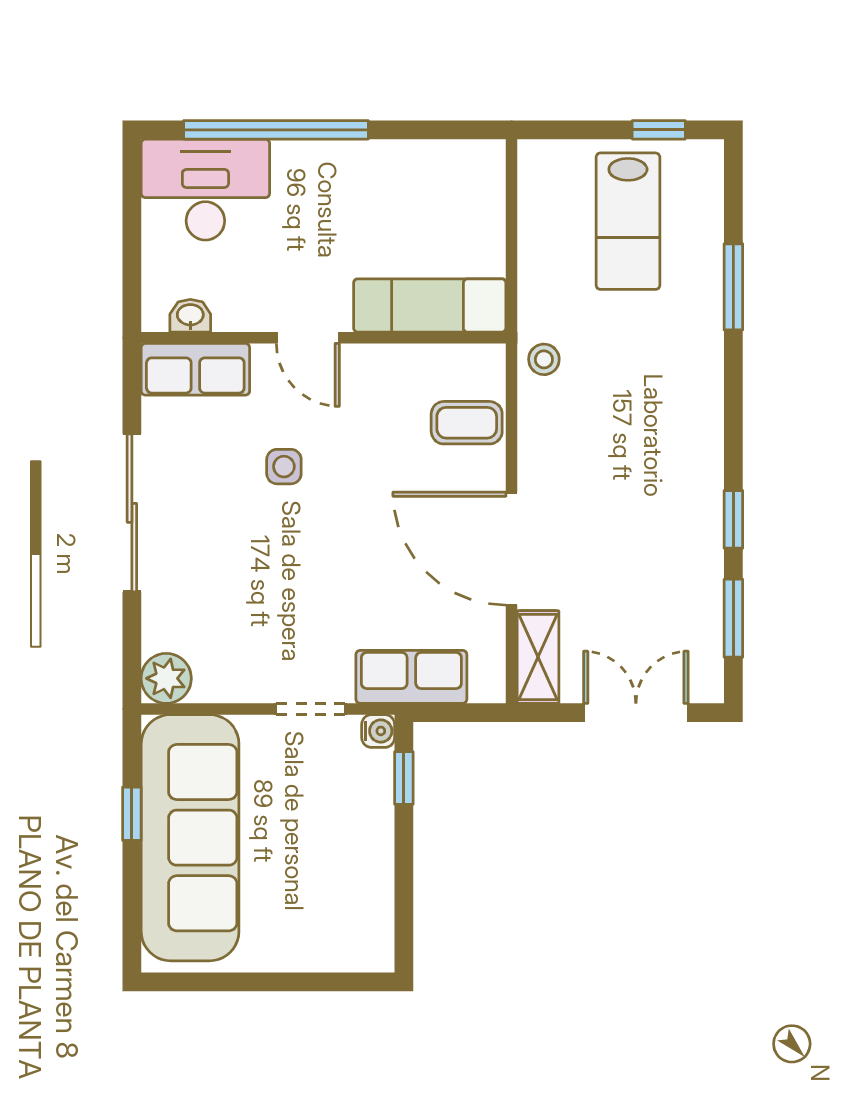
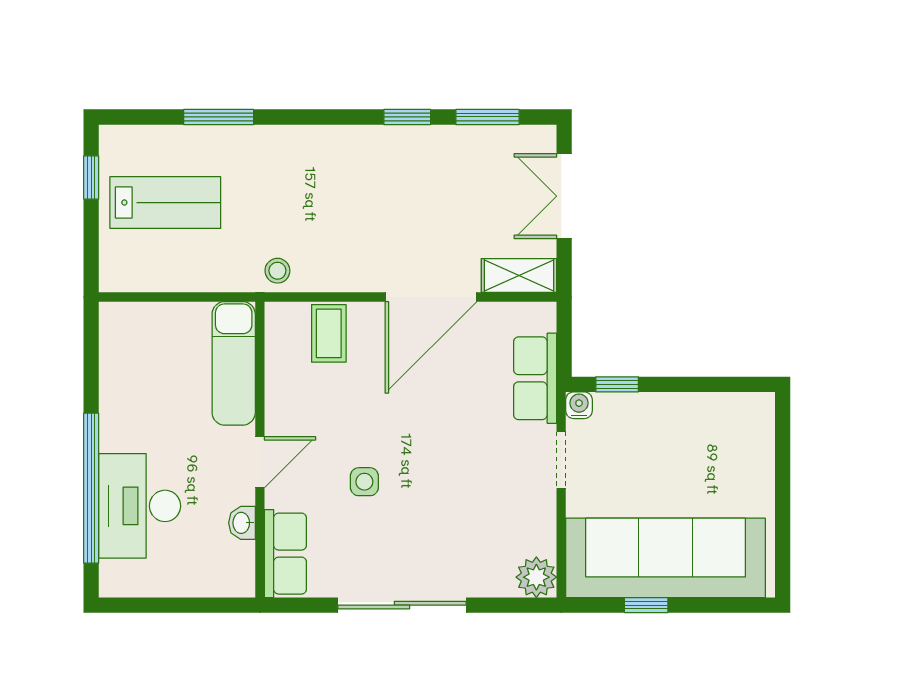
desk: (205, 190) -> (140, 506), moved
washbasin: (190, 316) -> (242, 523), moved

